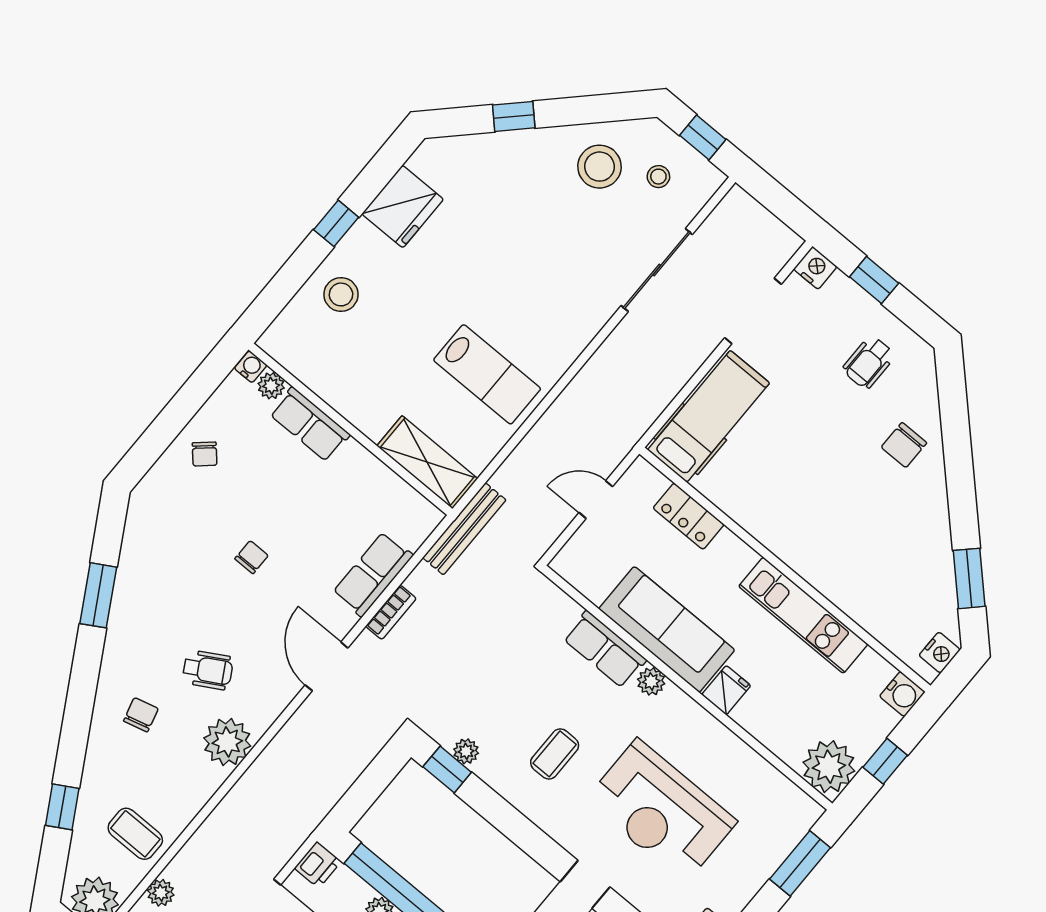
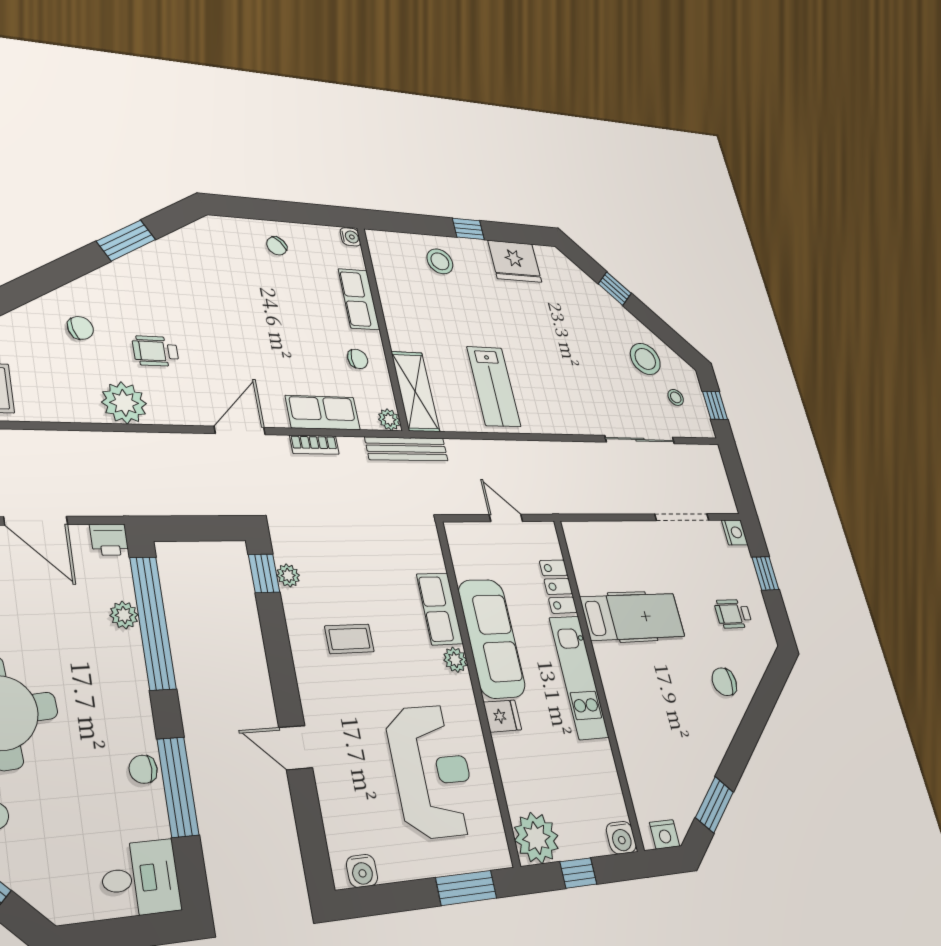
plant: (271, 386) -> (389, 420), moved
hospital bed: (709, 416) -> (633, 617), moved
chair: (251, 557) -> (358, 359), moved
kitchen unit: (803, 615) -> (579, 677), moved
wheelchair: (208, 670) -> (156, 351), turned 120
reception desk: (661, 811) -> (432, 771), moved, turned 180

